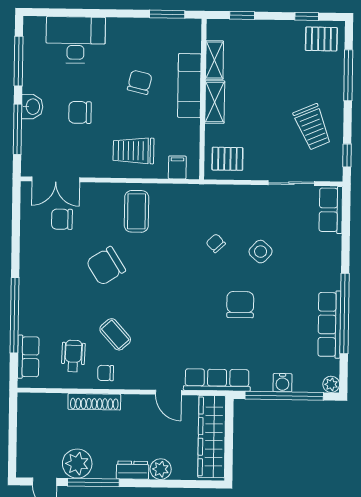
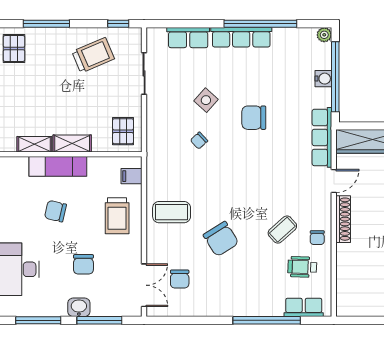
row of seats: (331, 210) -> (188, 38), moved
row of seats: (329, 324) -> (241, 37), moved
shoe rack: (94, 402) -> (343, 219), moved

